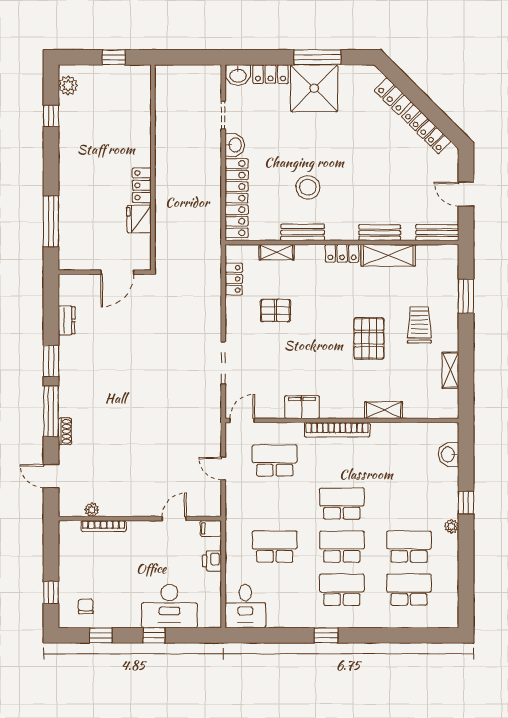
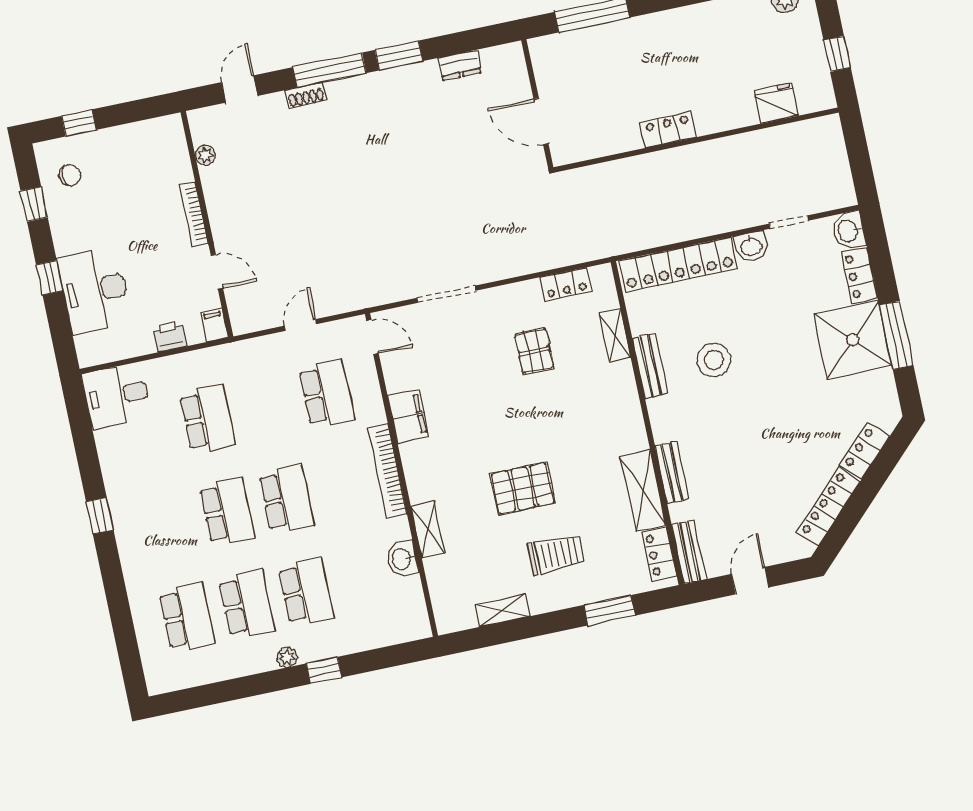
fridge: (139, 219) -> (776, 103), moved
locker: (342, 253) -> (659, 554), moved
washbasin: (448, 455) -> (402, 559), moved, turned -90
bookcase: (104, 526) -> (194, 214), moved
school desk: (342, 590) -> (306, 592), moved

